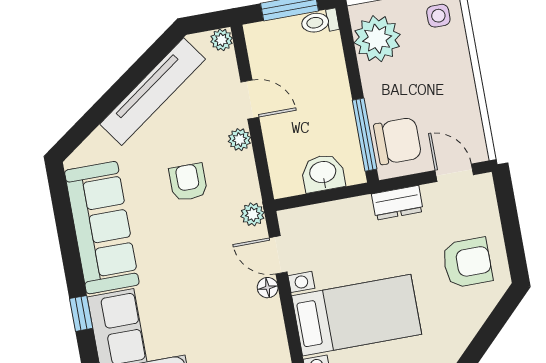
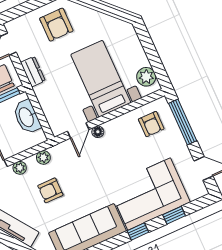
washbasin: (323, 173) -> (27, 117), width x1.38
plant: (253, 214) -> (43, 157), moved
armchair: (467, 263) -> (56, 25), turned 180

